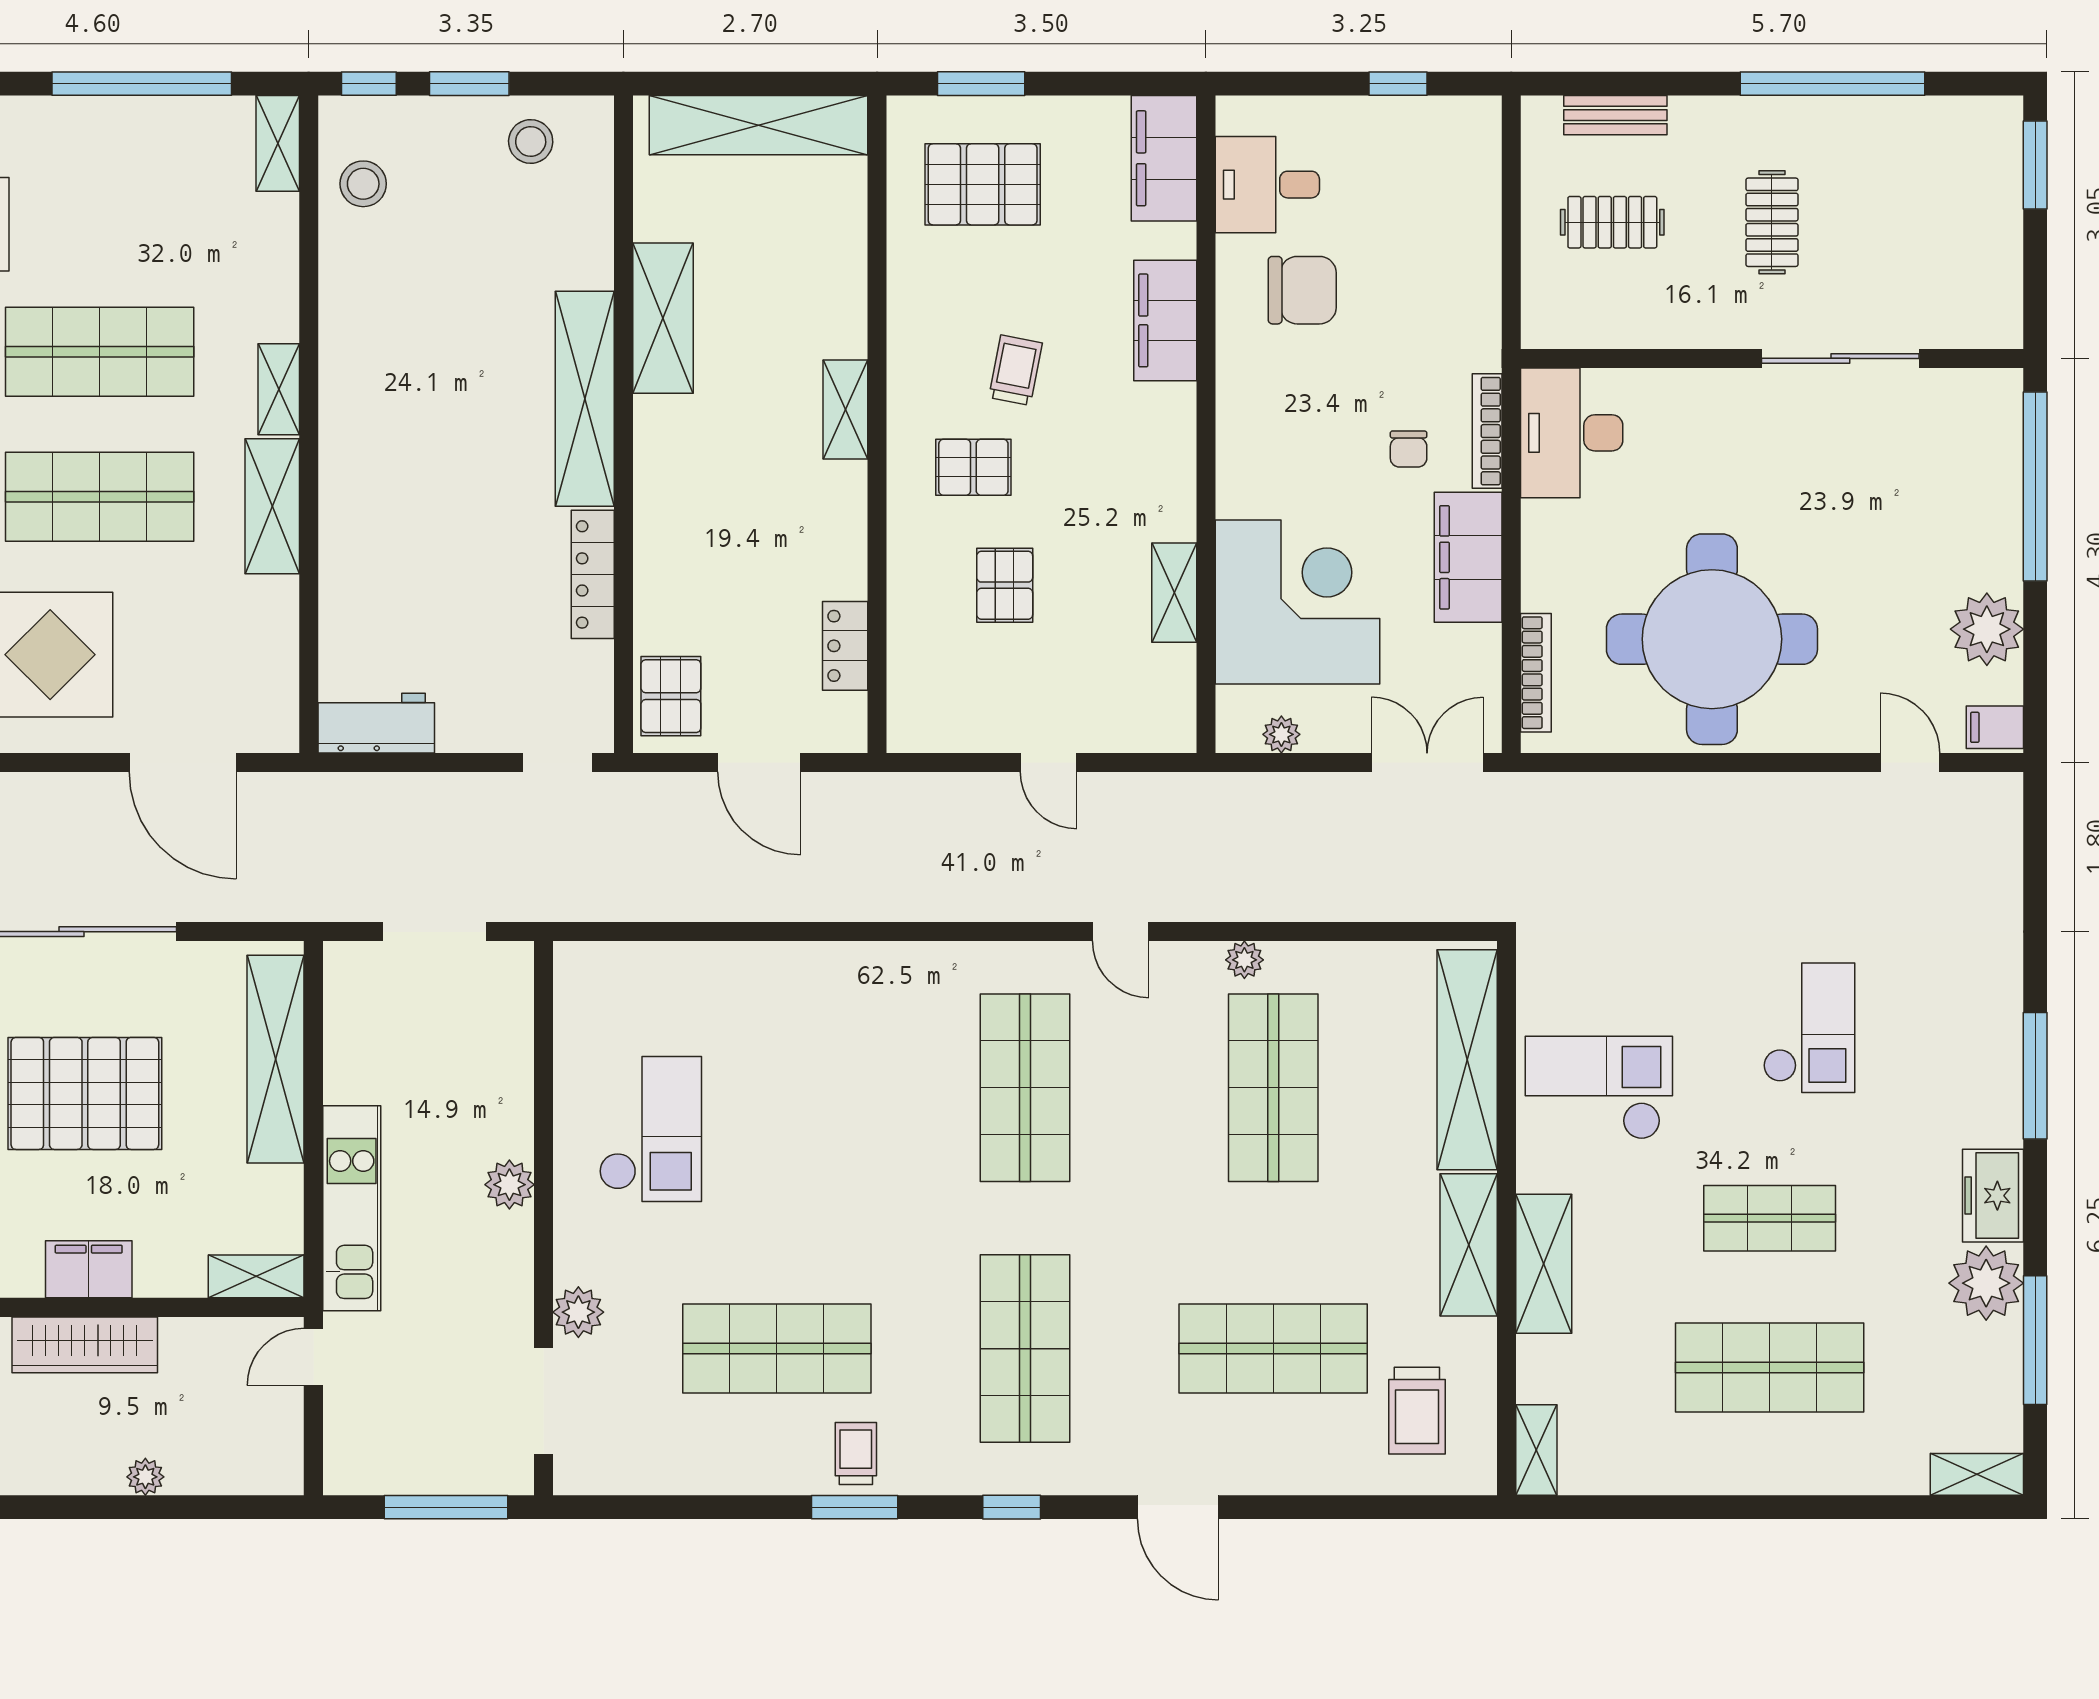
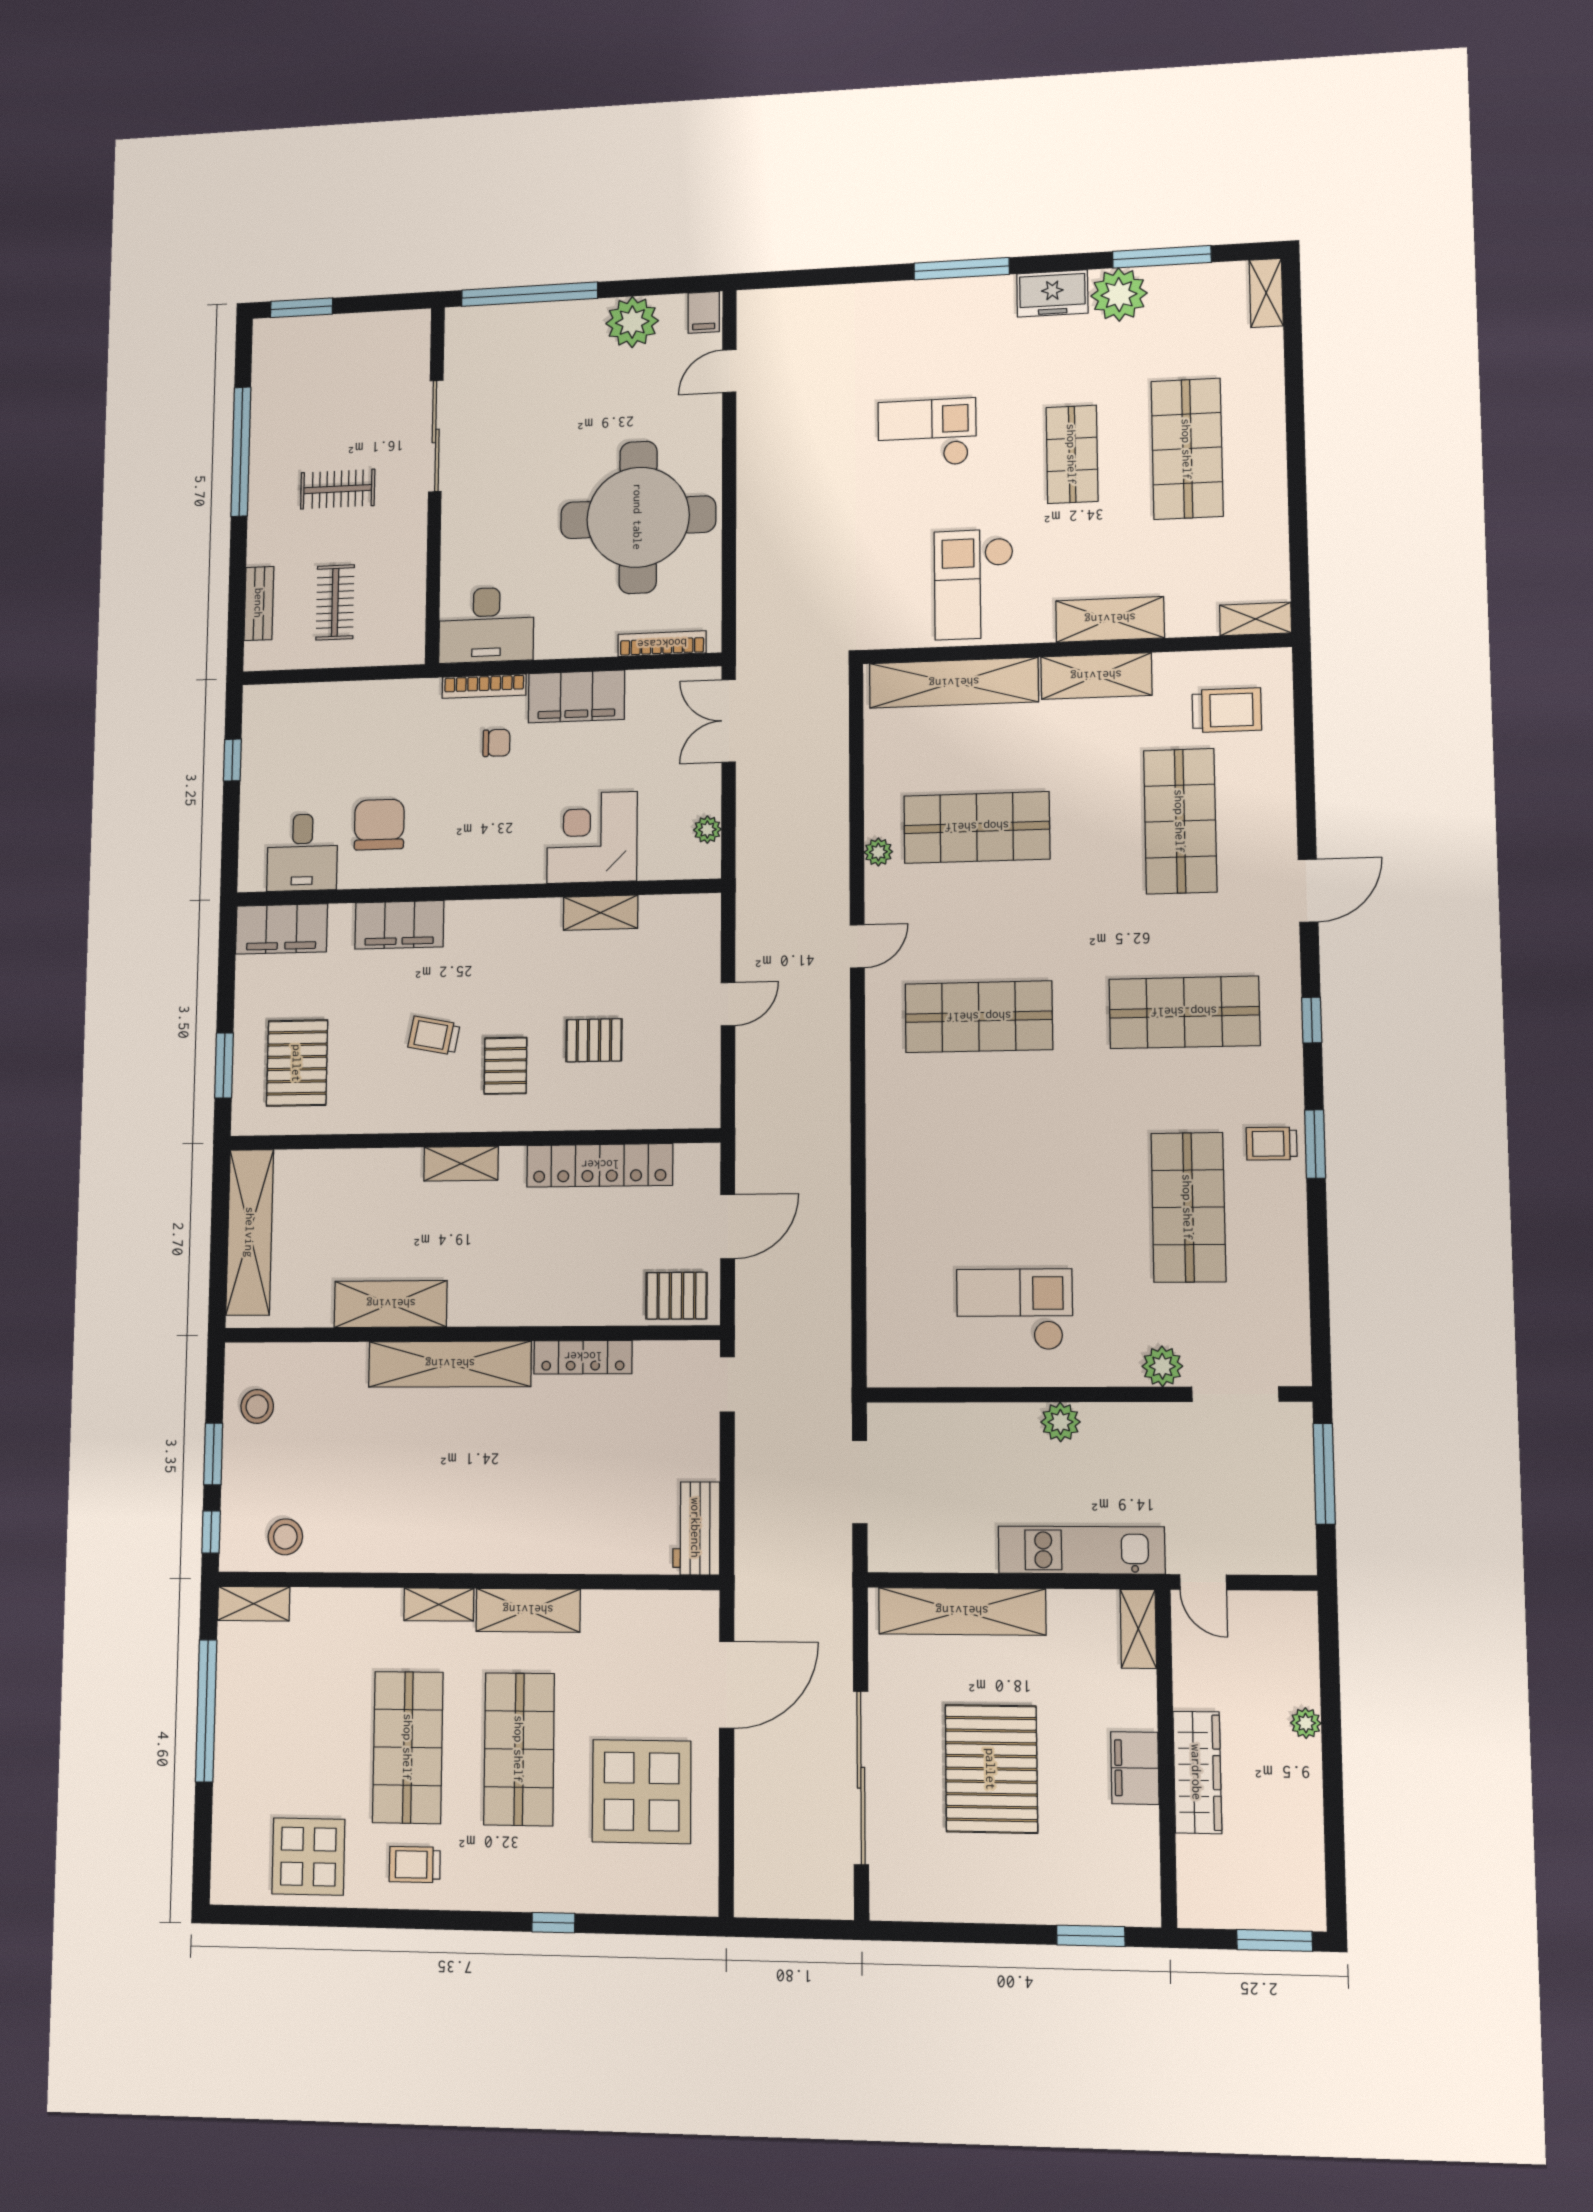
corner desk: (1297, 602) -> (592, 837), width x0.74, depth x0.74
locker: (845, 646) -> (600, 1165), width x2.16, depth x1.21

